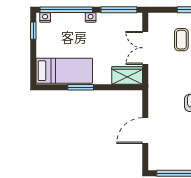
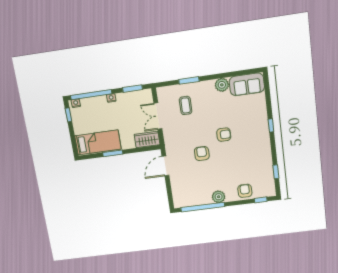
window: (119, 10) -> (132, 89), width x0.69
door: (145, 131) -> (165, 166), moved

